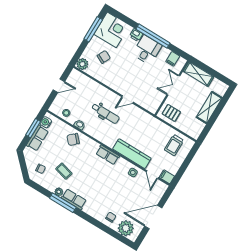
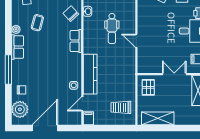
shelving: (209, 108) -> (158, 118), moved
row of seats: (108, 155) -> (76, 41), moved
window: (63, 203) -> (8, 69), moved
door: (153, 217) -> (45, 128), hinge flipped

